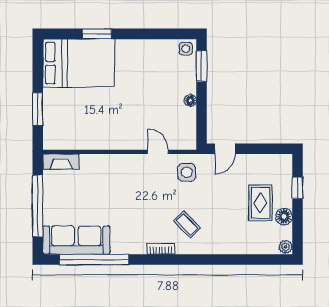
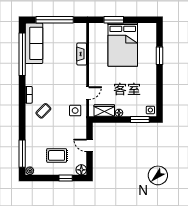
bed: (79, 63) -> (123, 45), moved
wardrobe: (187, 124) -> (104, 111), added
door: (225, 149) -> (90, 145), moved
fireplace: (61, 162) -> (82, 54), moved
floor lamp: (284, 217) -> (81, 170), moved
window: (257, 259) -> (22, 154), added

